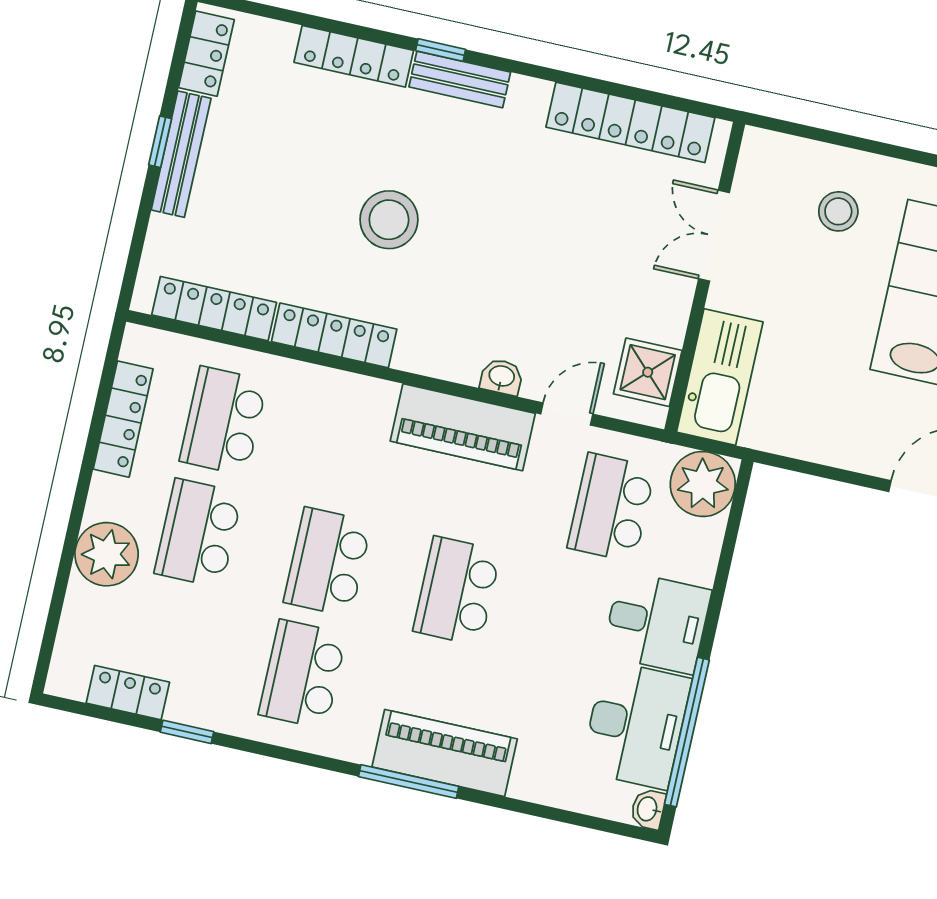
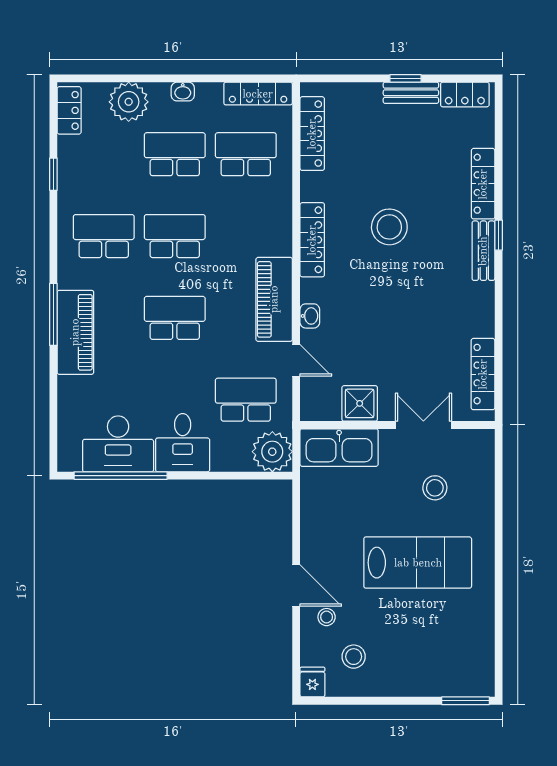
locker: (630, 122) -> (483, 374), width x0.71, depth x0.83
bench: (181, 154) -> (411, 93), width x0.73
stool: (838, 211) -> (435, 488), moved
locker: (334, 335) -> (312, 240), moved
shower: (648, 372) -> (360, 403), moved
locker: (123, 419) -> (258, 94), moved
plant: (107, 554) -> (129, 102), moved
locker: (128, 693) -> (69, 110), moved
washbasin: (648, 809) -> (183, 92), moved, turned 180

